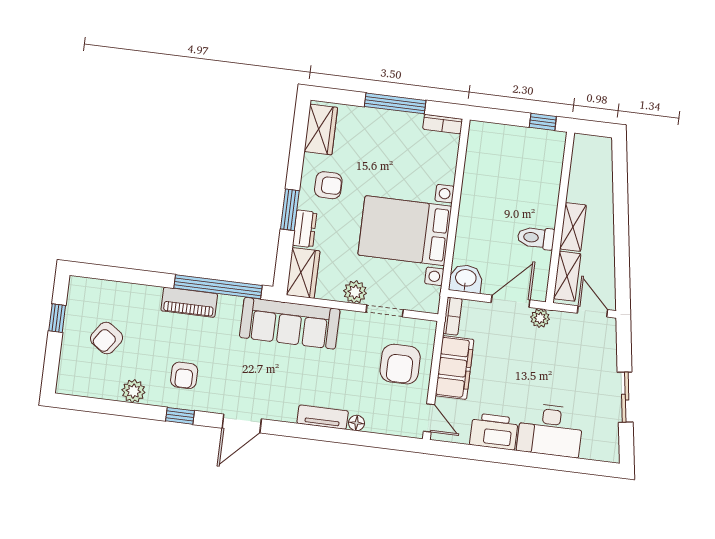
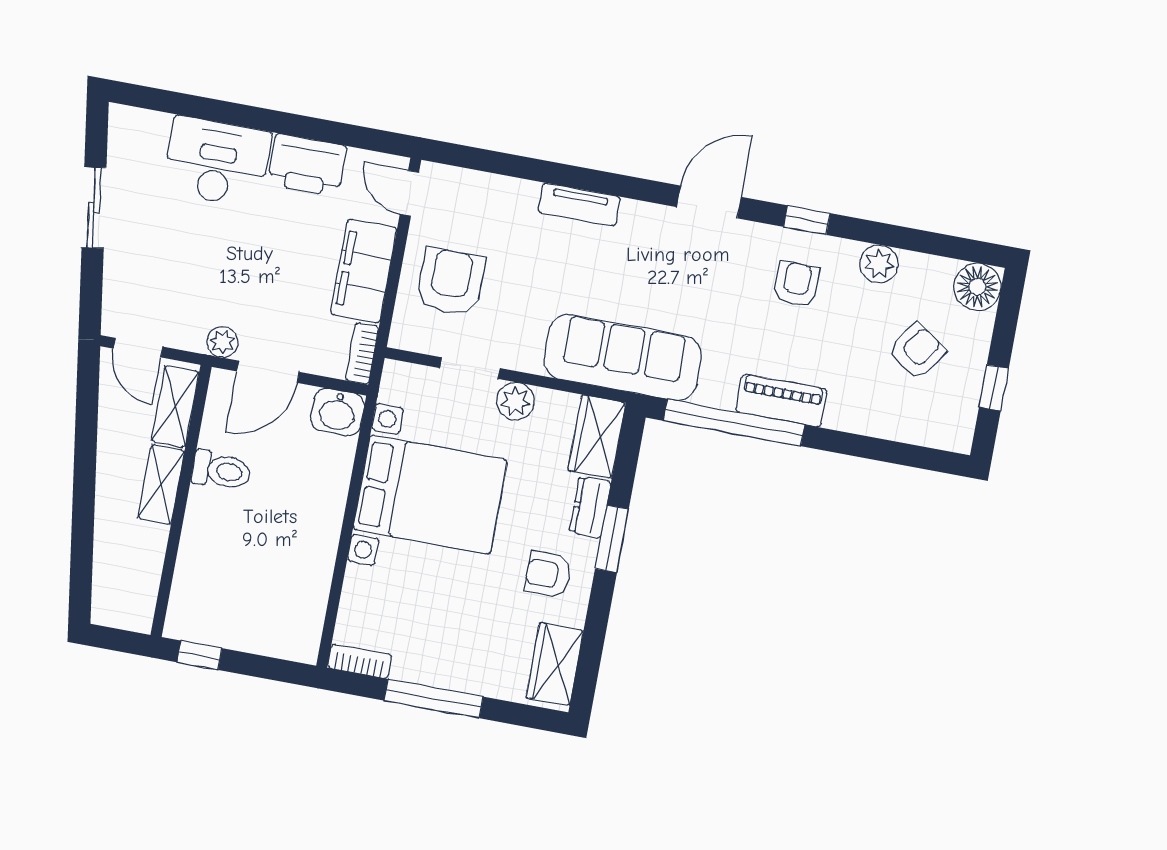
floor lamp: (357, 423) -> (977, 287), moved, width x1.89, depth x1.89

